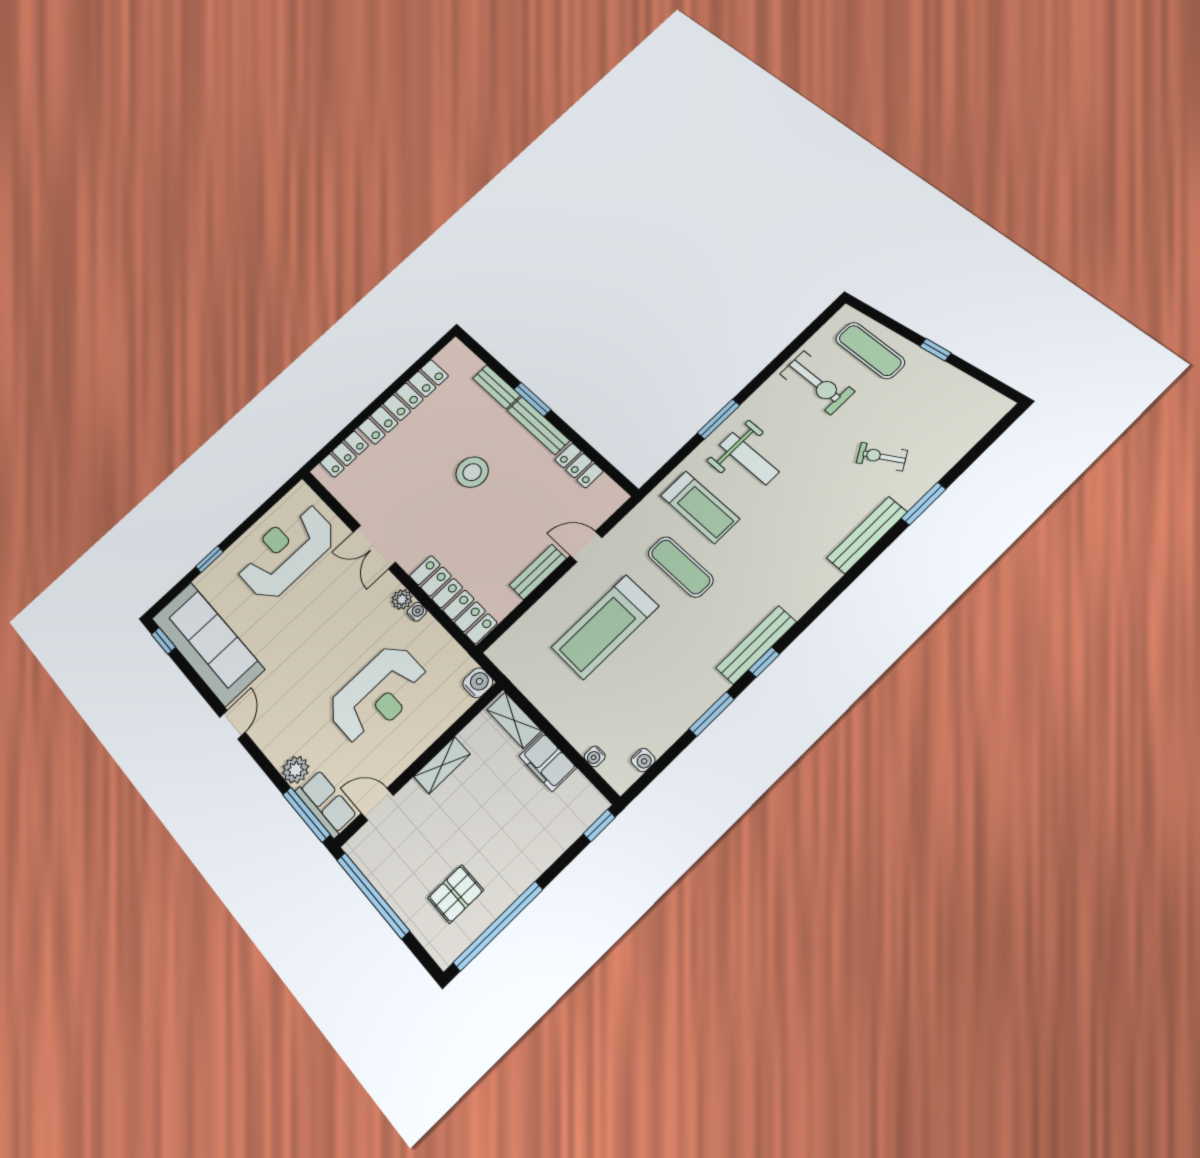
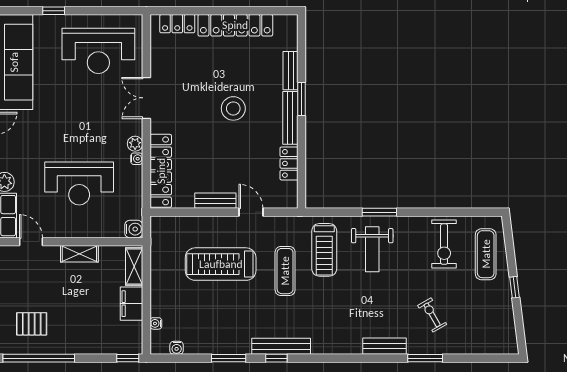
bench: (867, 535) -> (385, 346), width x0.73
reception desk: (286, 552) -> (98, 51), turned 180

